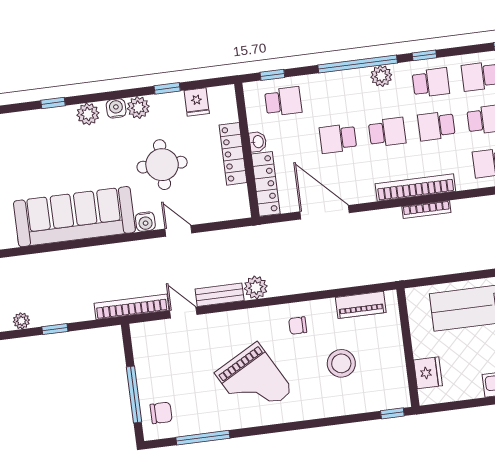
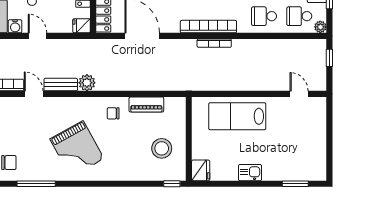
fridge: (238, 209) -> (82, 26), added
piano: (361, 305) -> (146, 104), moved
stool: (341, 363) -> (162, 148), moved
fridge: (428, 373) -> (201, 170), moved

